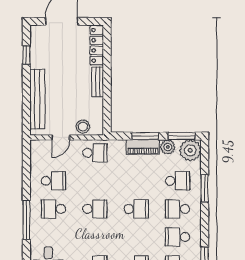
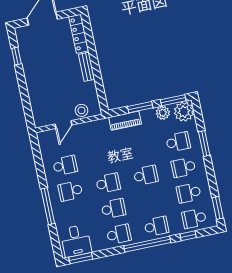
bench: (37, 99) -> (35, 94), removed
piano: (143, 147) -> (125, 121), moved
school desk: (95, 153) -> (113, 209), moved

